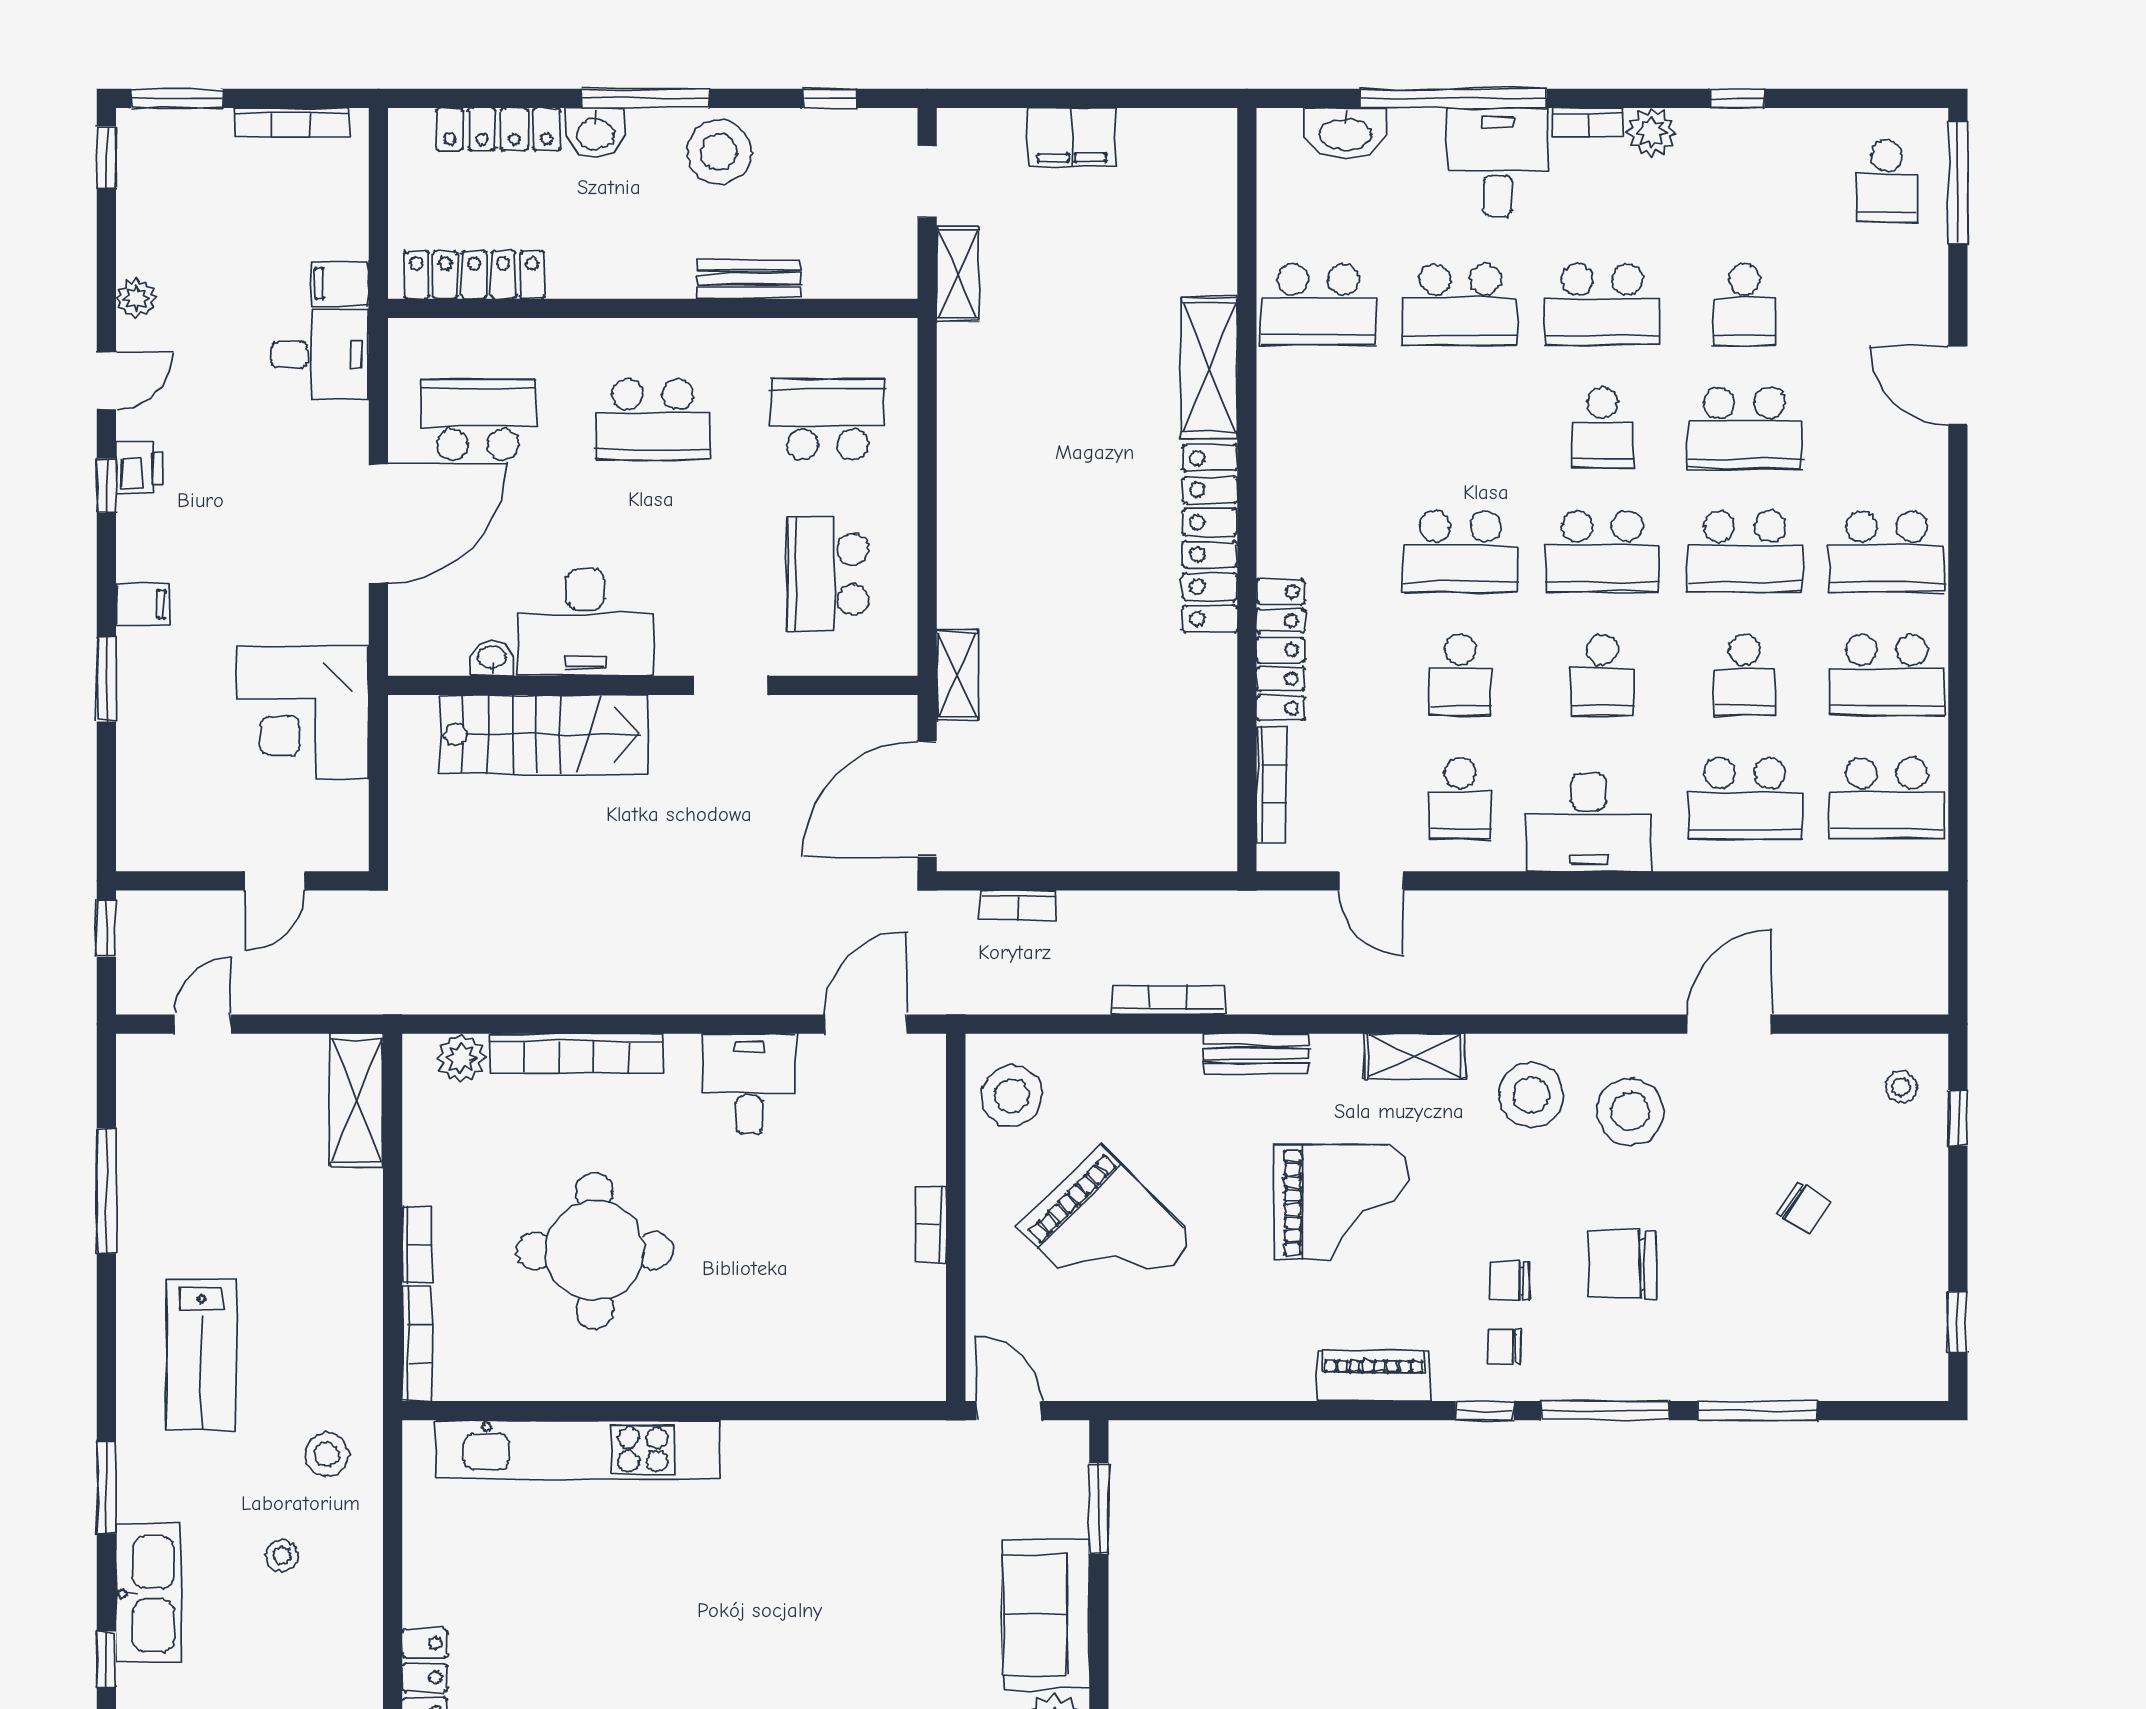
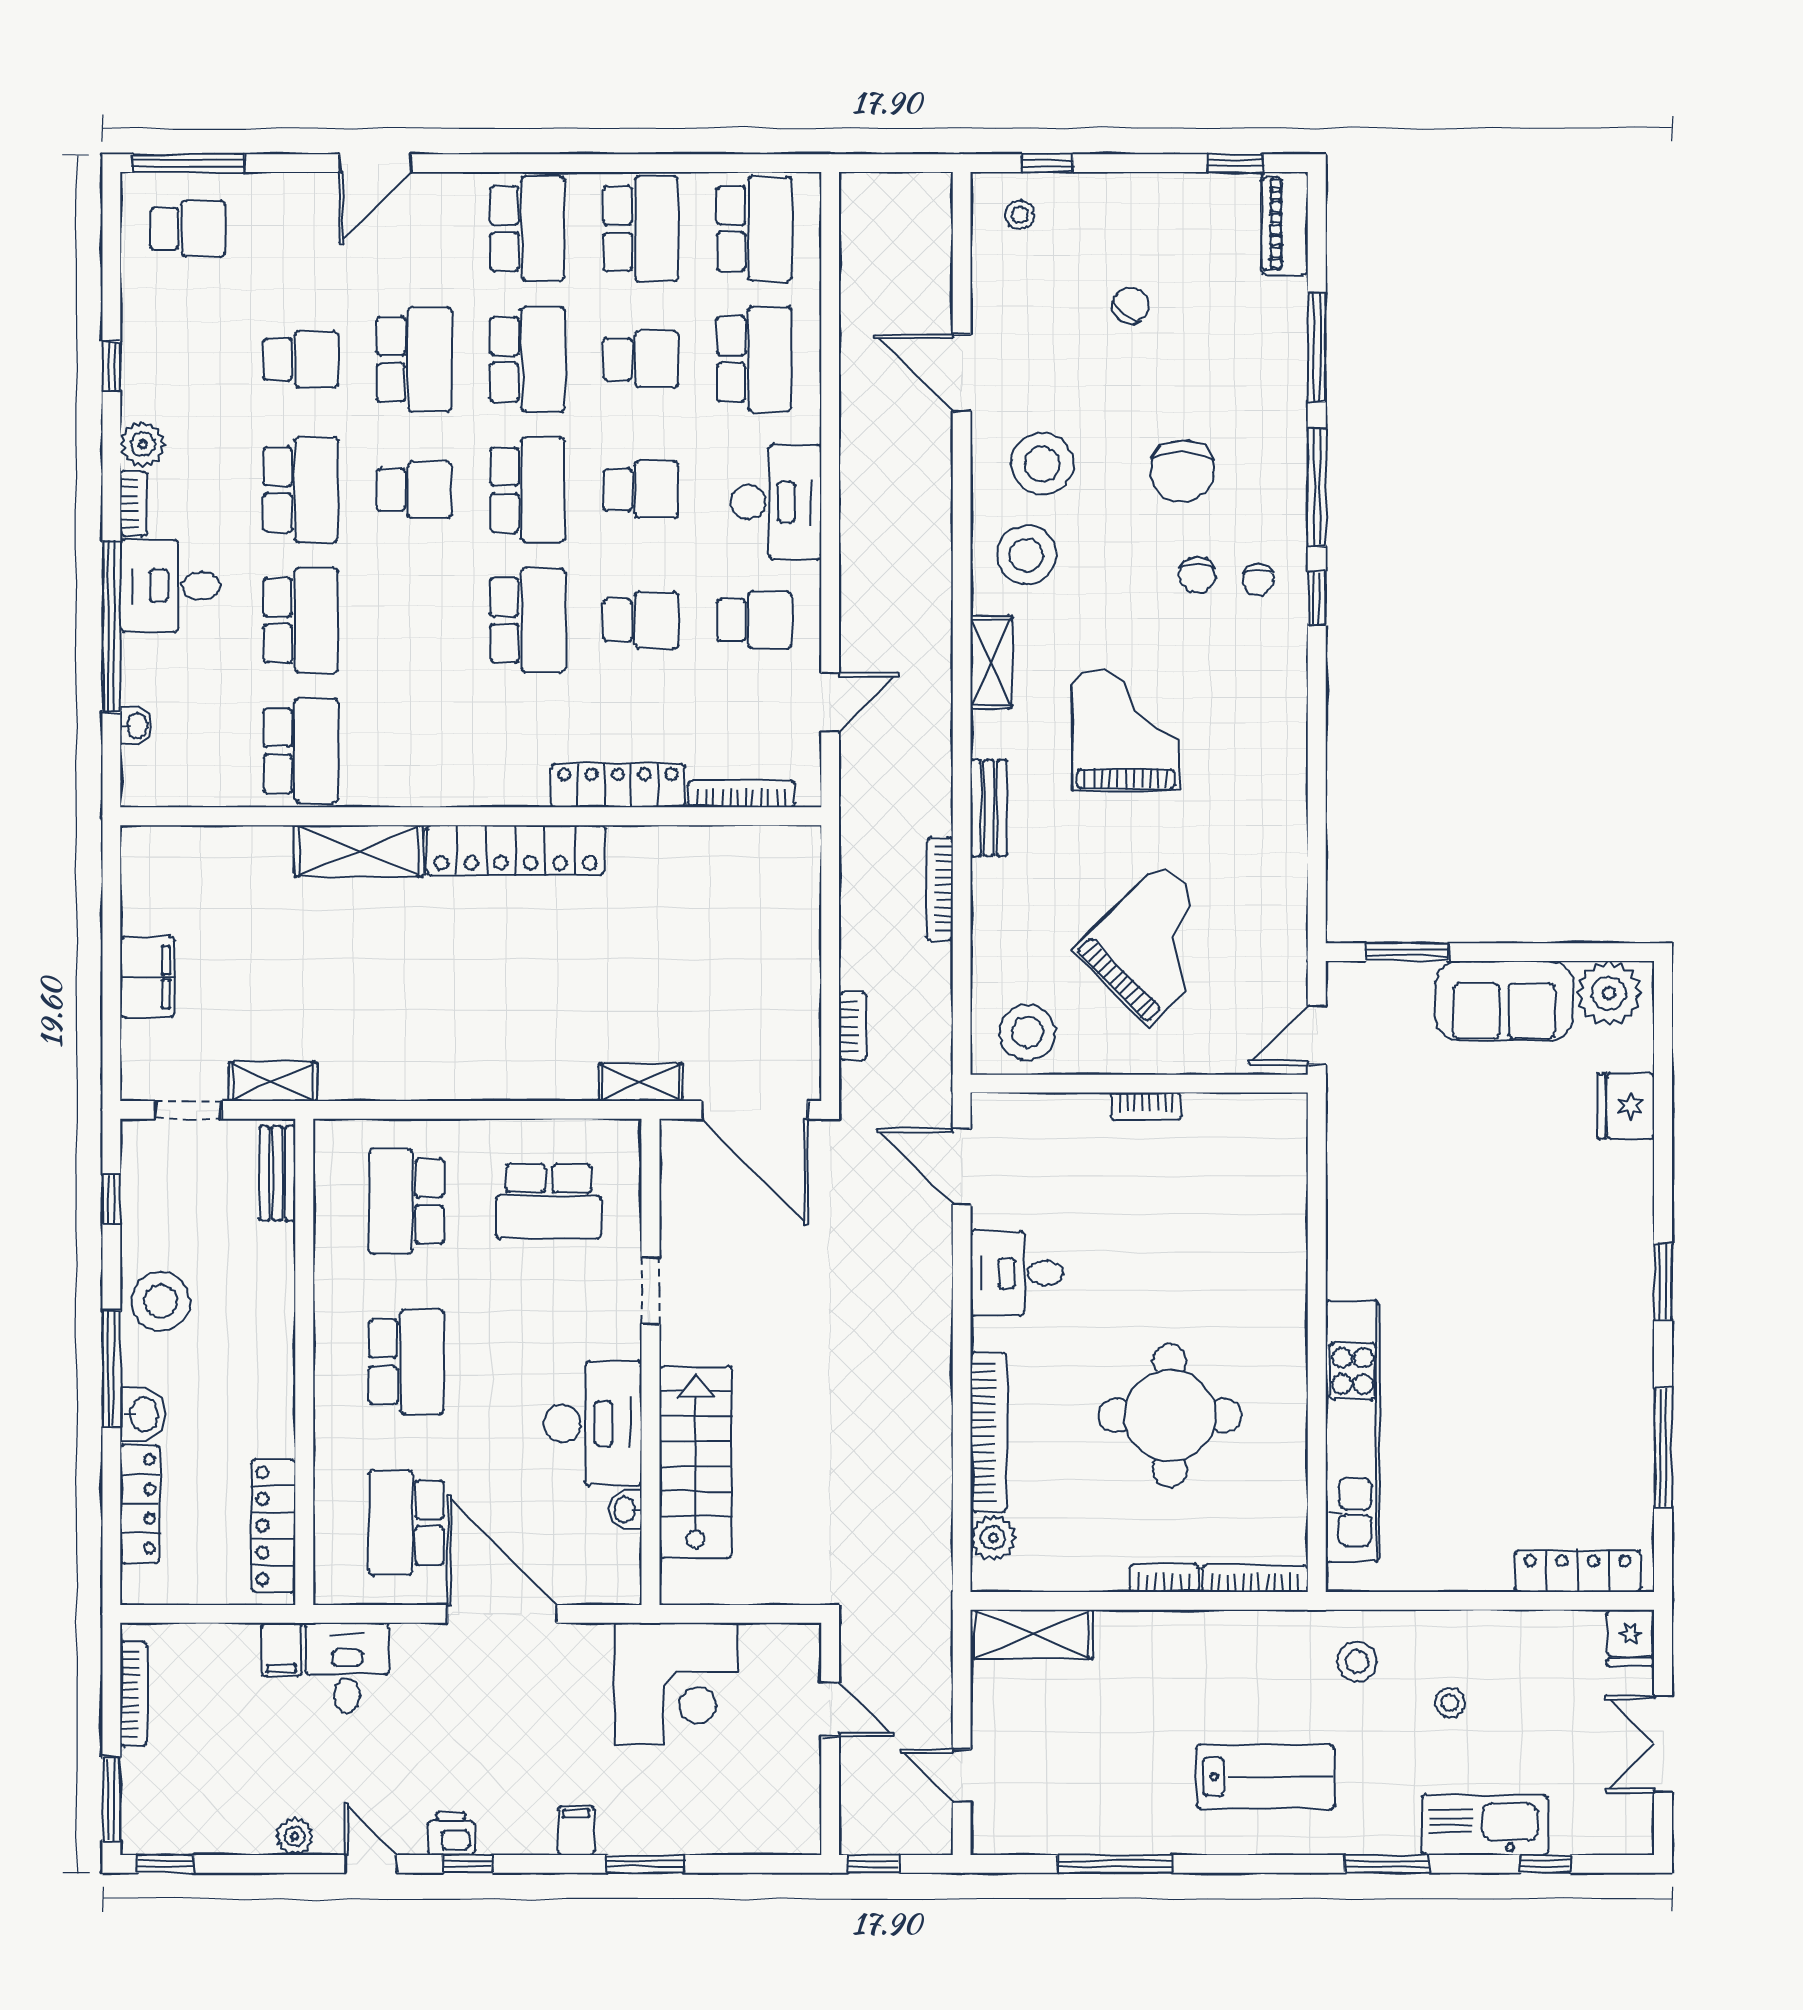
washbasin: (1345, 133) -> (136, 726), width x0.52, depth x0.69
bench: (749, 279) -> (277, 1173), moved
piano: (1374, 1376) -> (1285, 224), moved

